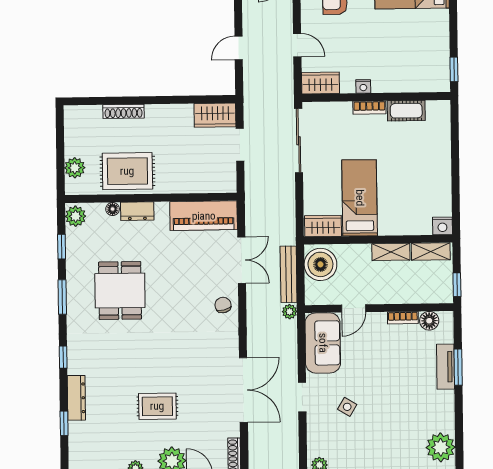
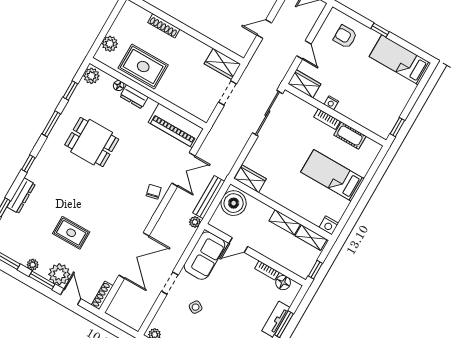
bed: (360, 198) -> (333, 175), moved, turned -90
dining table: (120, 291) -> (92, 142), turned 90

